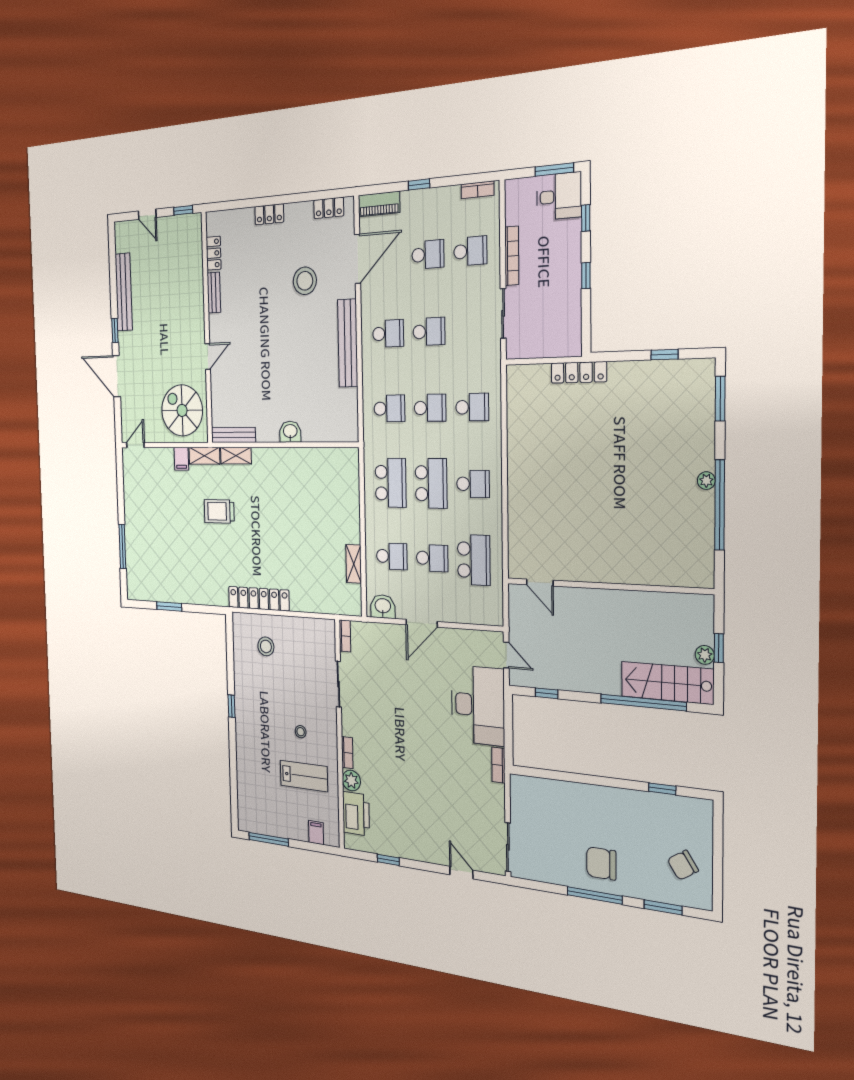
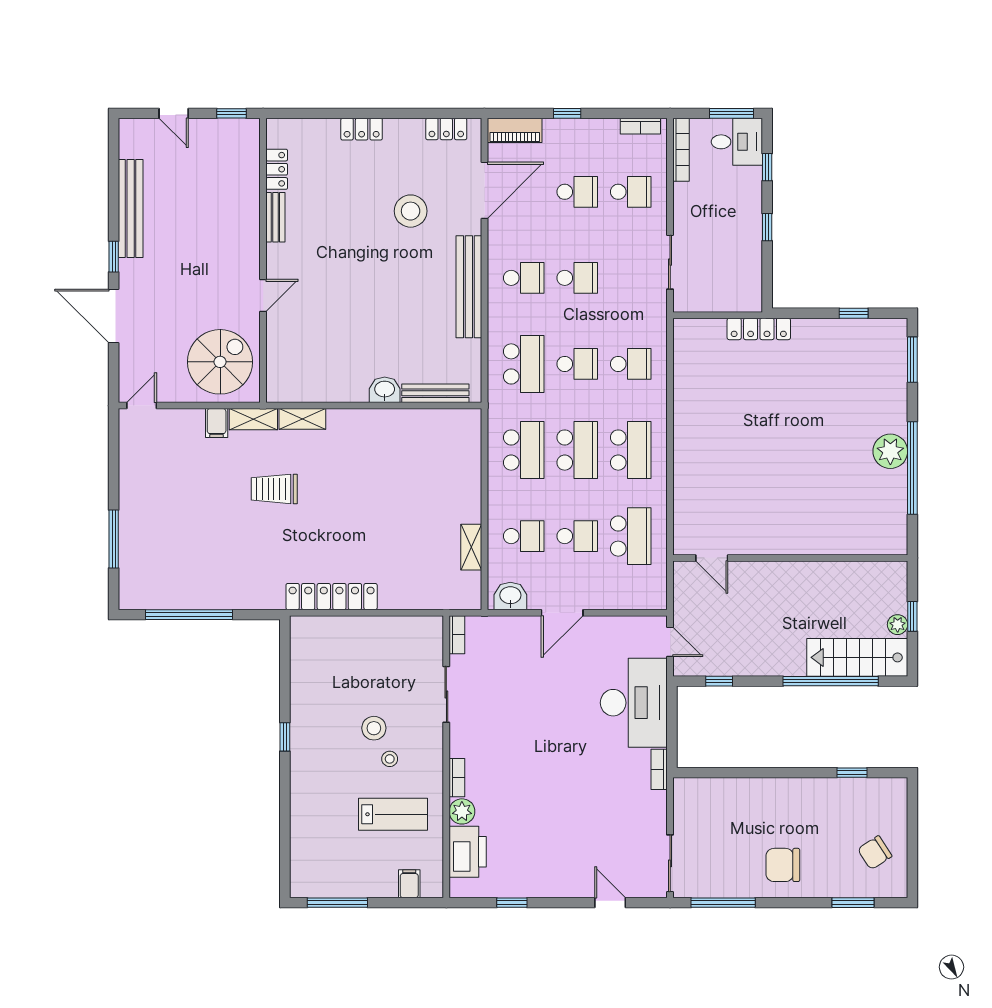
bookcase: (512, 256) -> (681, 150), moved
school desk: (389, 409) -> (524, 364), width x1.85
spiral stairs: (182, 410) -> (220, 362), turned 90
bench: (233, 435) -> (435, 393), moved
plant: (706, 481) -> (890, 451), width x1.87, depth x1.87
school desk: (473, 484) -> (631, 450), width x1.85
window: (169, 606) -> (189, 615), width x2.11
stool: (266, 646) -> (374, 728), moved
window: (595, 895) -> (723, 903), moved

